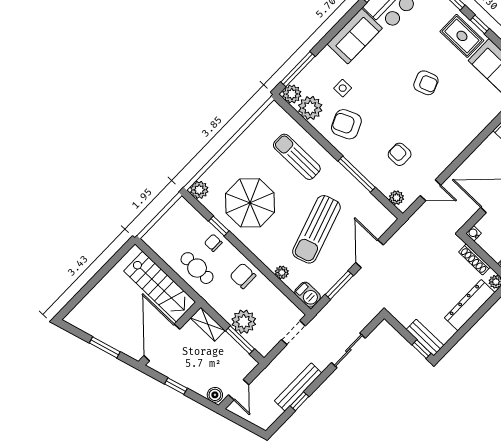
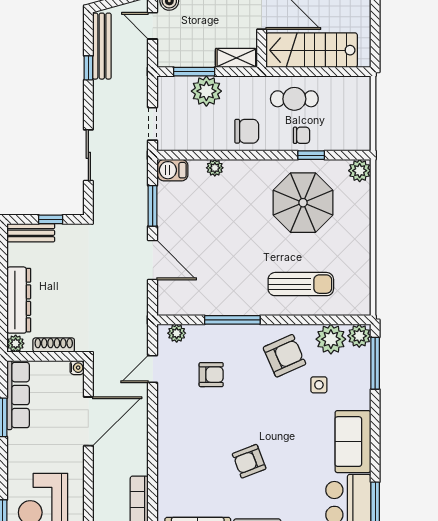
sun lounger: (316, 229) -> (221, 236), removed
window: (421, 349) -> (51, 219), moved
bench: (298, 387) -> (102, 46), moved

